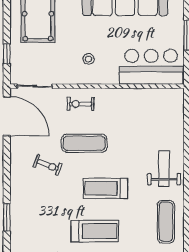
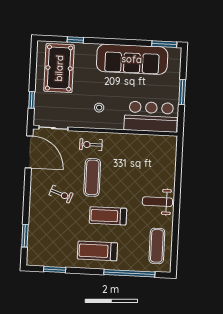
exercise mat: (84, 143) -> (92, 177), turned 90
weight bench: (164, 168) -> (157, 202), turned -90
treadmill: (95, 231) -> (97, 251), turned 180

